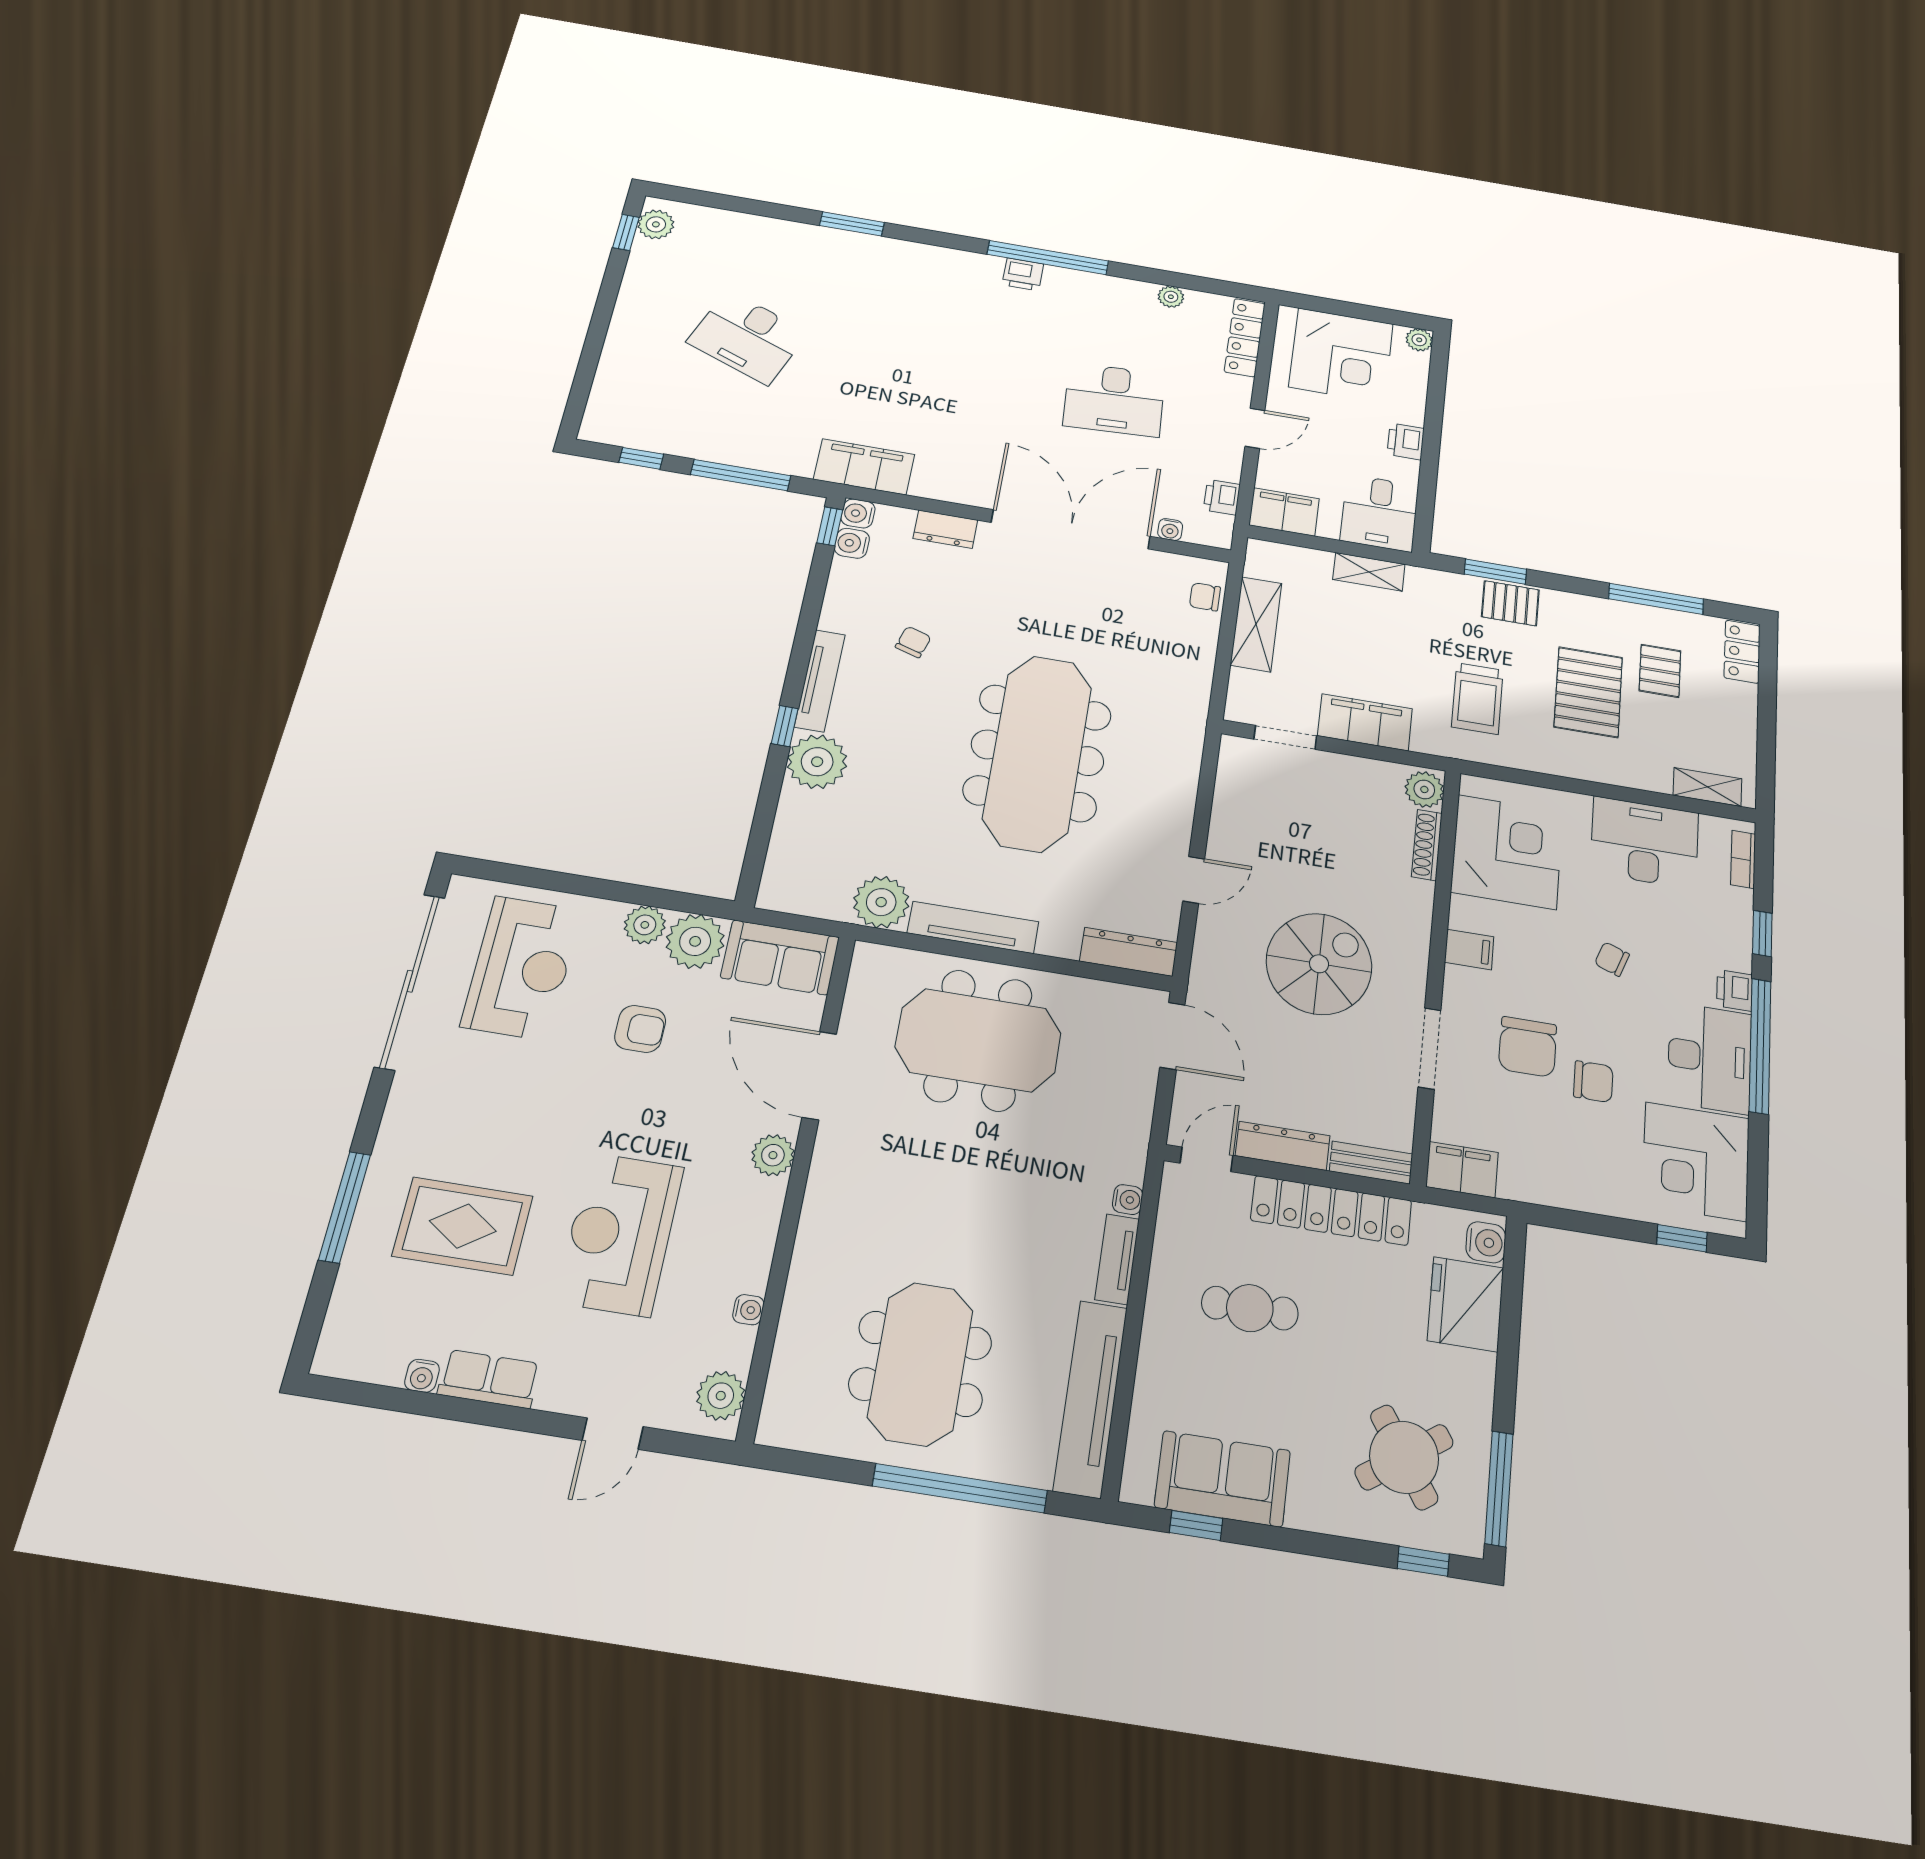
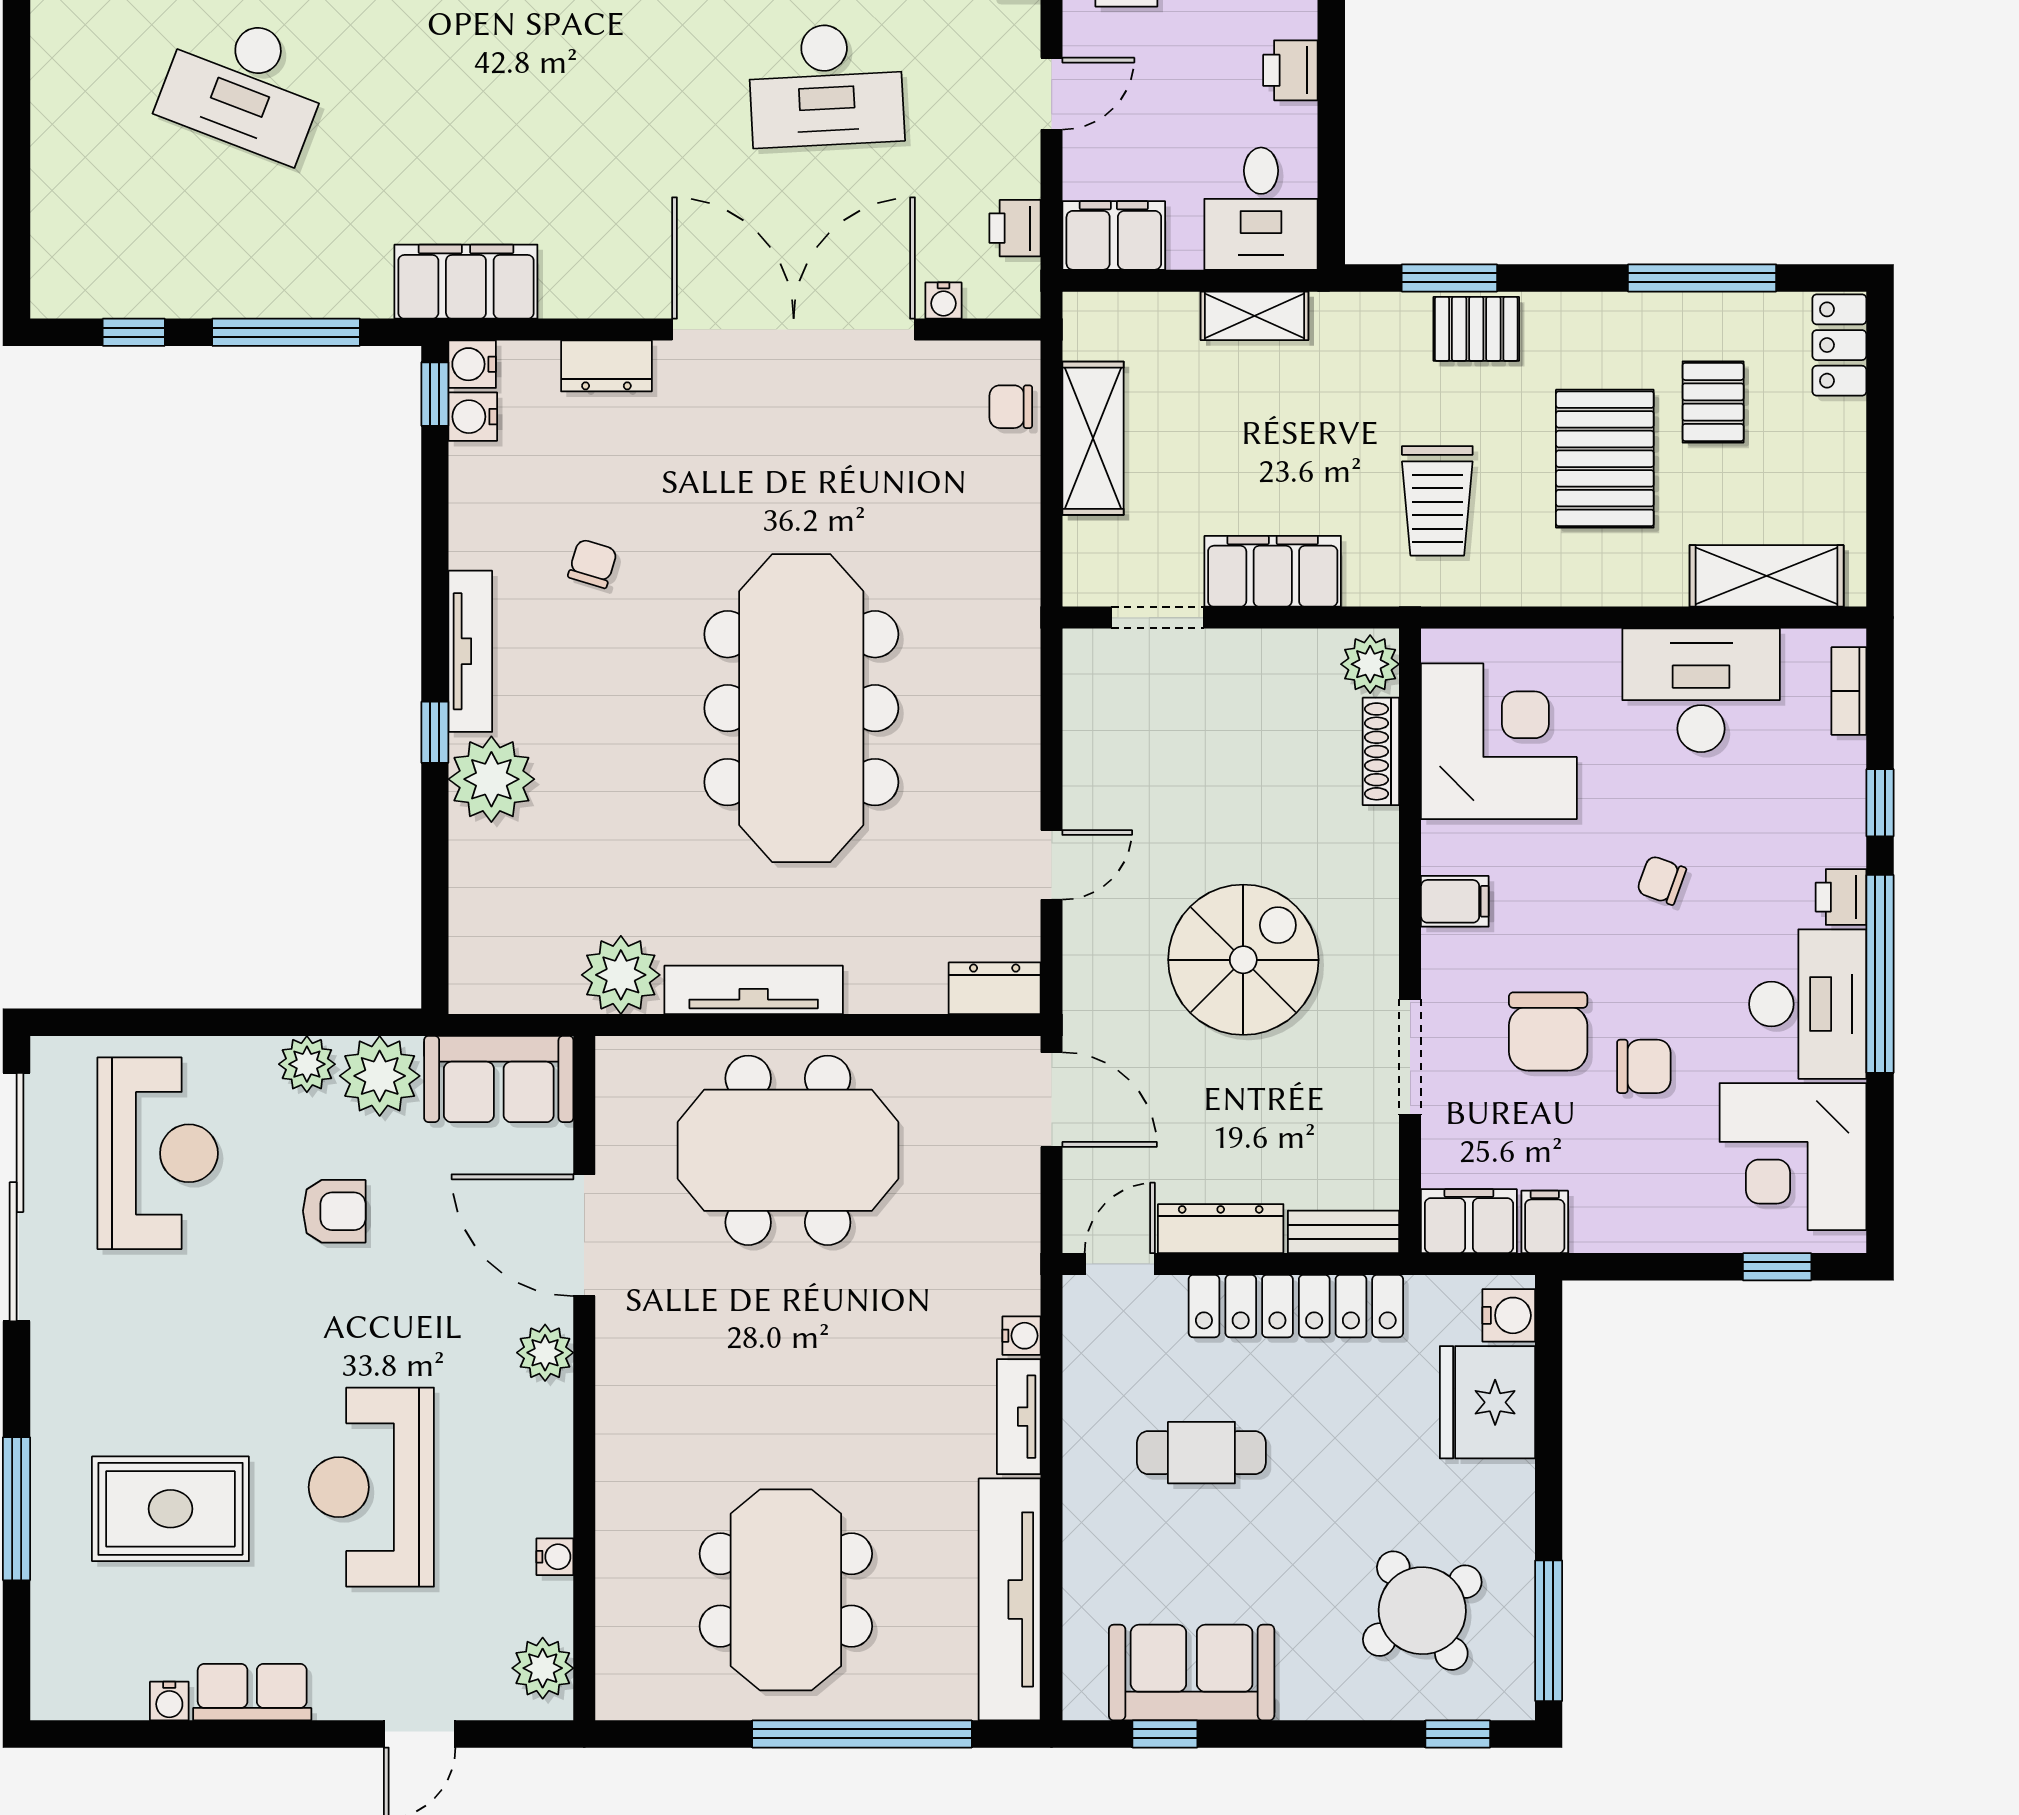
shelving: (1707, 787) -> (1767, 576), width x1.50, depth x1.33
dresser: (1129, 952) -> (995, 988), width x0.70
filing cabinet: (1516, 1179) -> (1545, 1222), added

